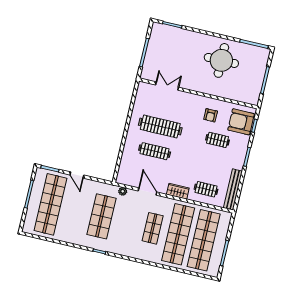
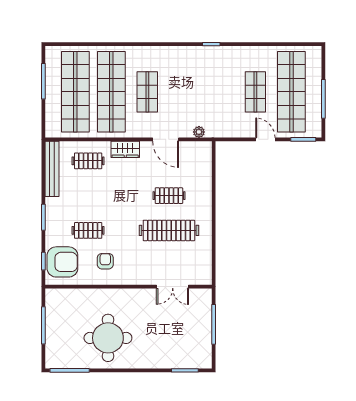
clothes rail: (155, 151) -> (169, 196), width x0.73
shop shelf: (102, 216) -> (255, 92), moved, width x0.70, depth x0.74

